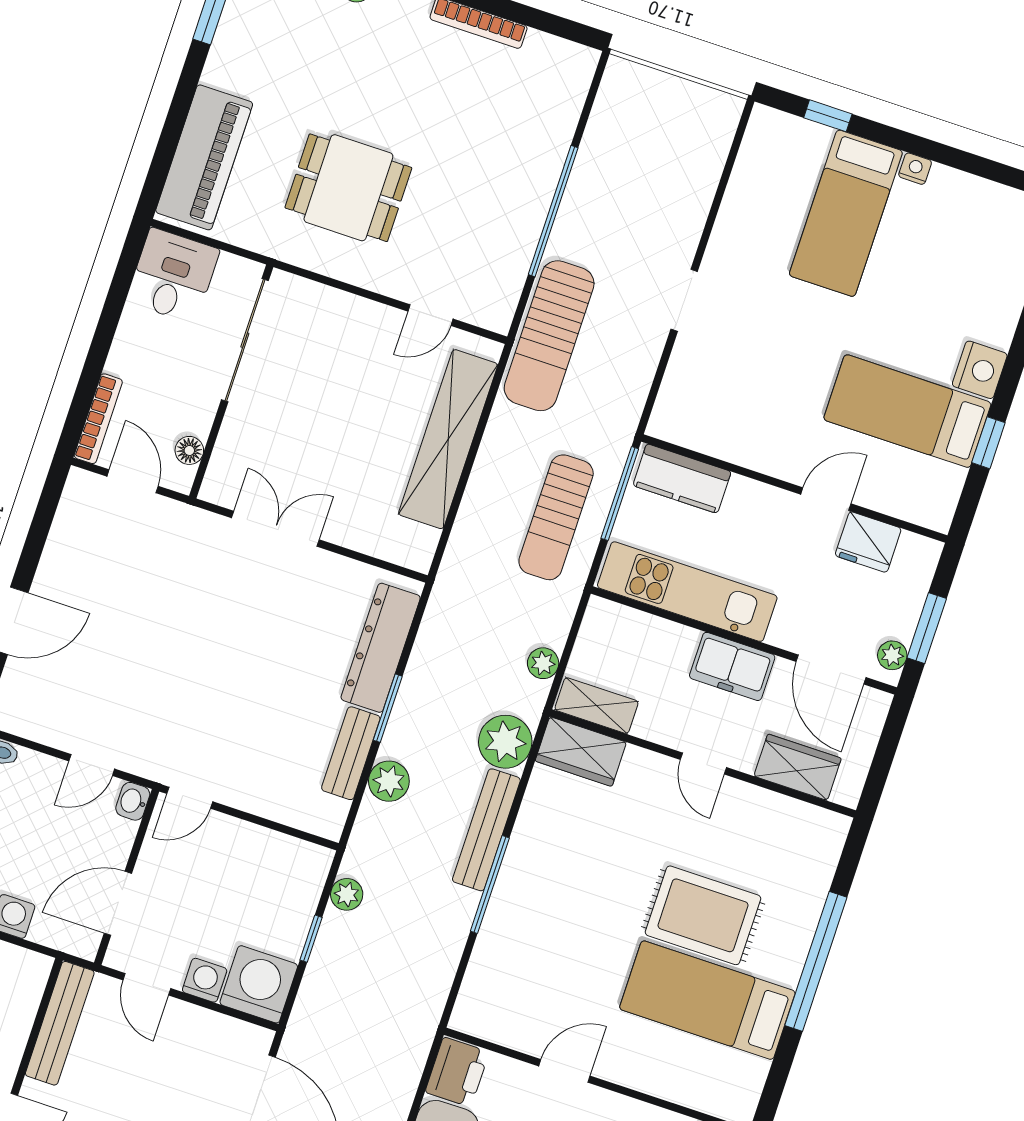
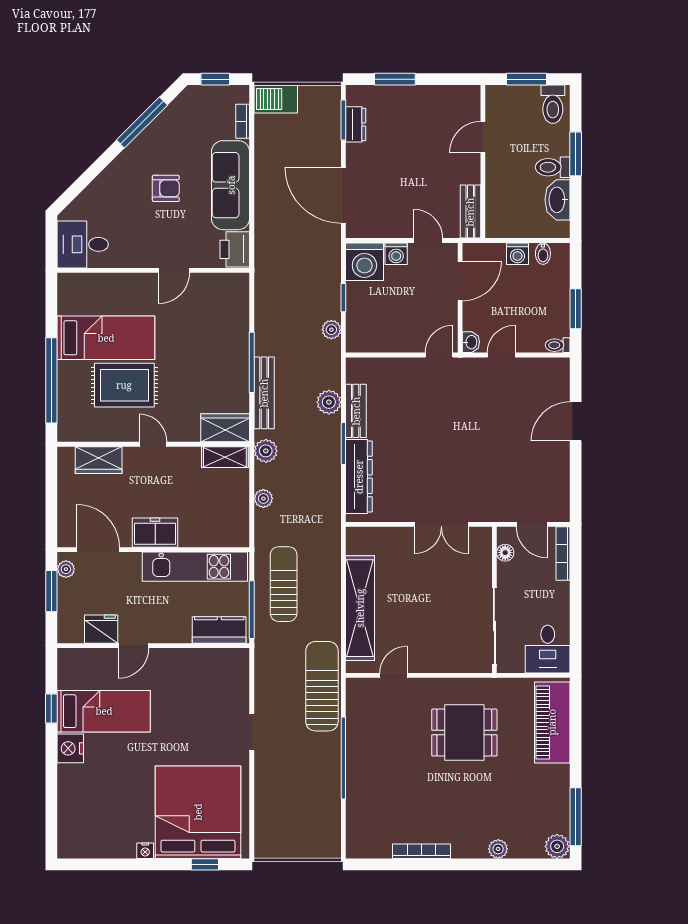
bed: (846, 213) -> (198, 812), width x2.04
shelving: (596, 706) -> (225, 457), moved
plant: (505, 742) -> (266, 451), width x0.73, depth x0.73
wardrobe: (581, 752) -> (225, 428), moved
wall: (703, 763) -> (153, 444), moved
door: (703, 764) -> (153, 444), moved
wardrobe: (798, 767) -> (99, 460), moved
bench: (60, 1023) -> (470, 212), width x0.73

